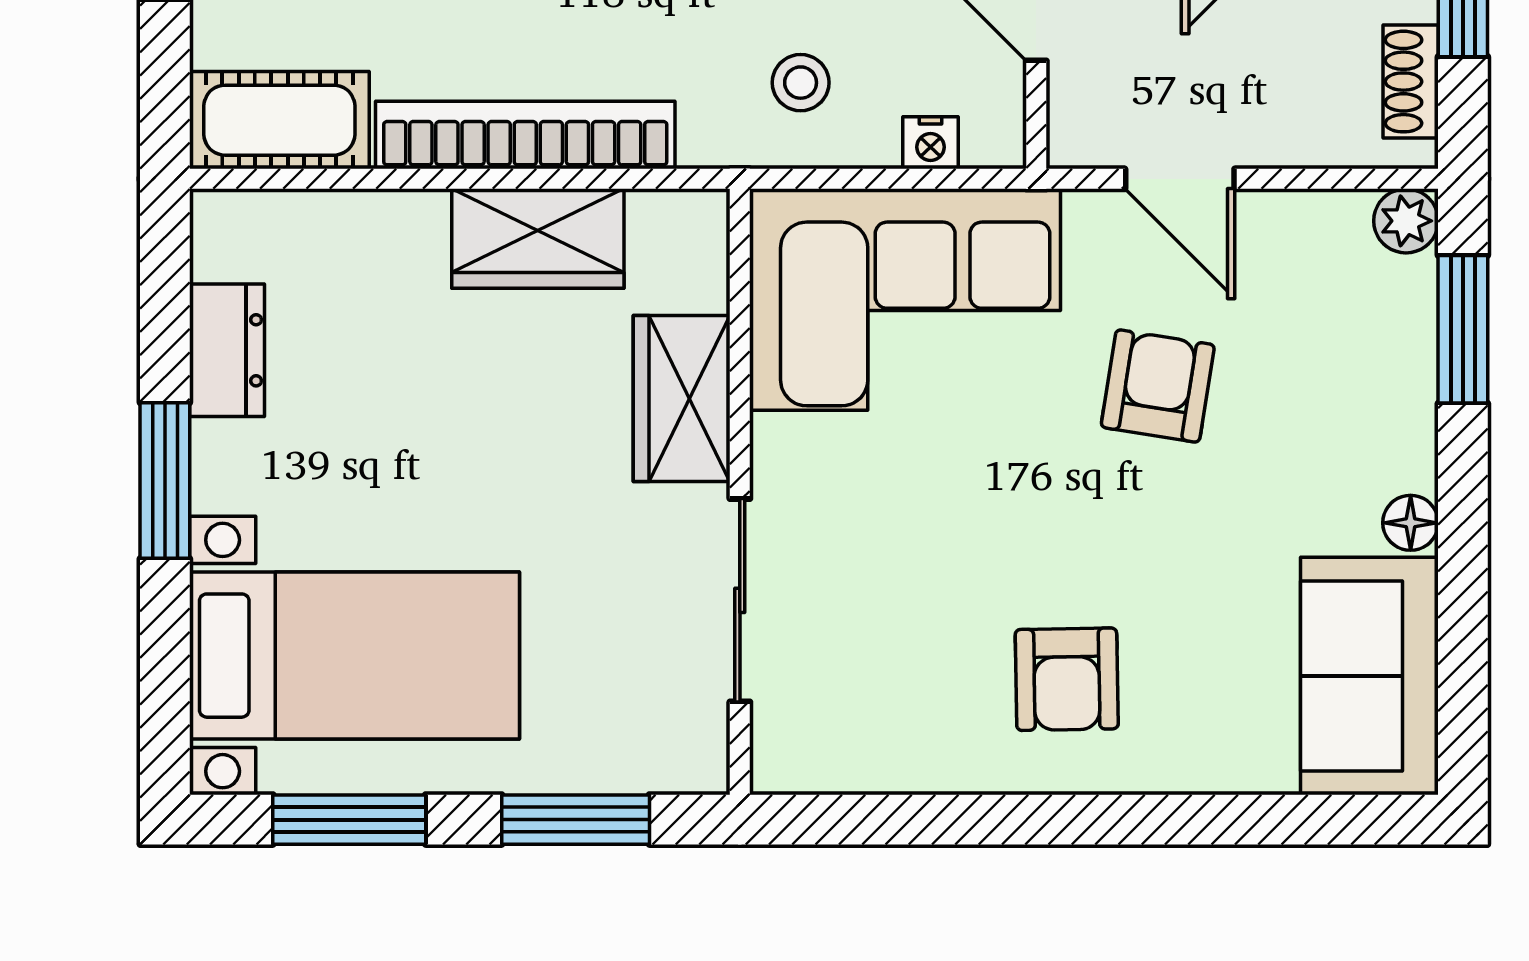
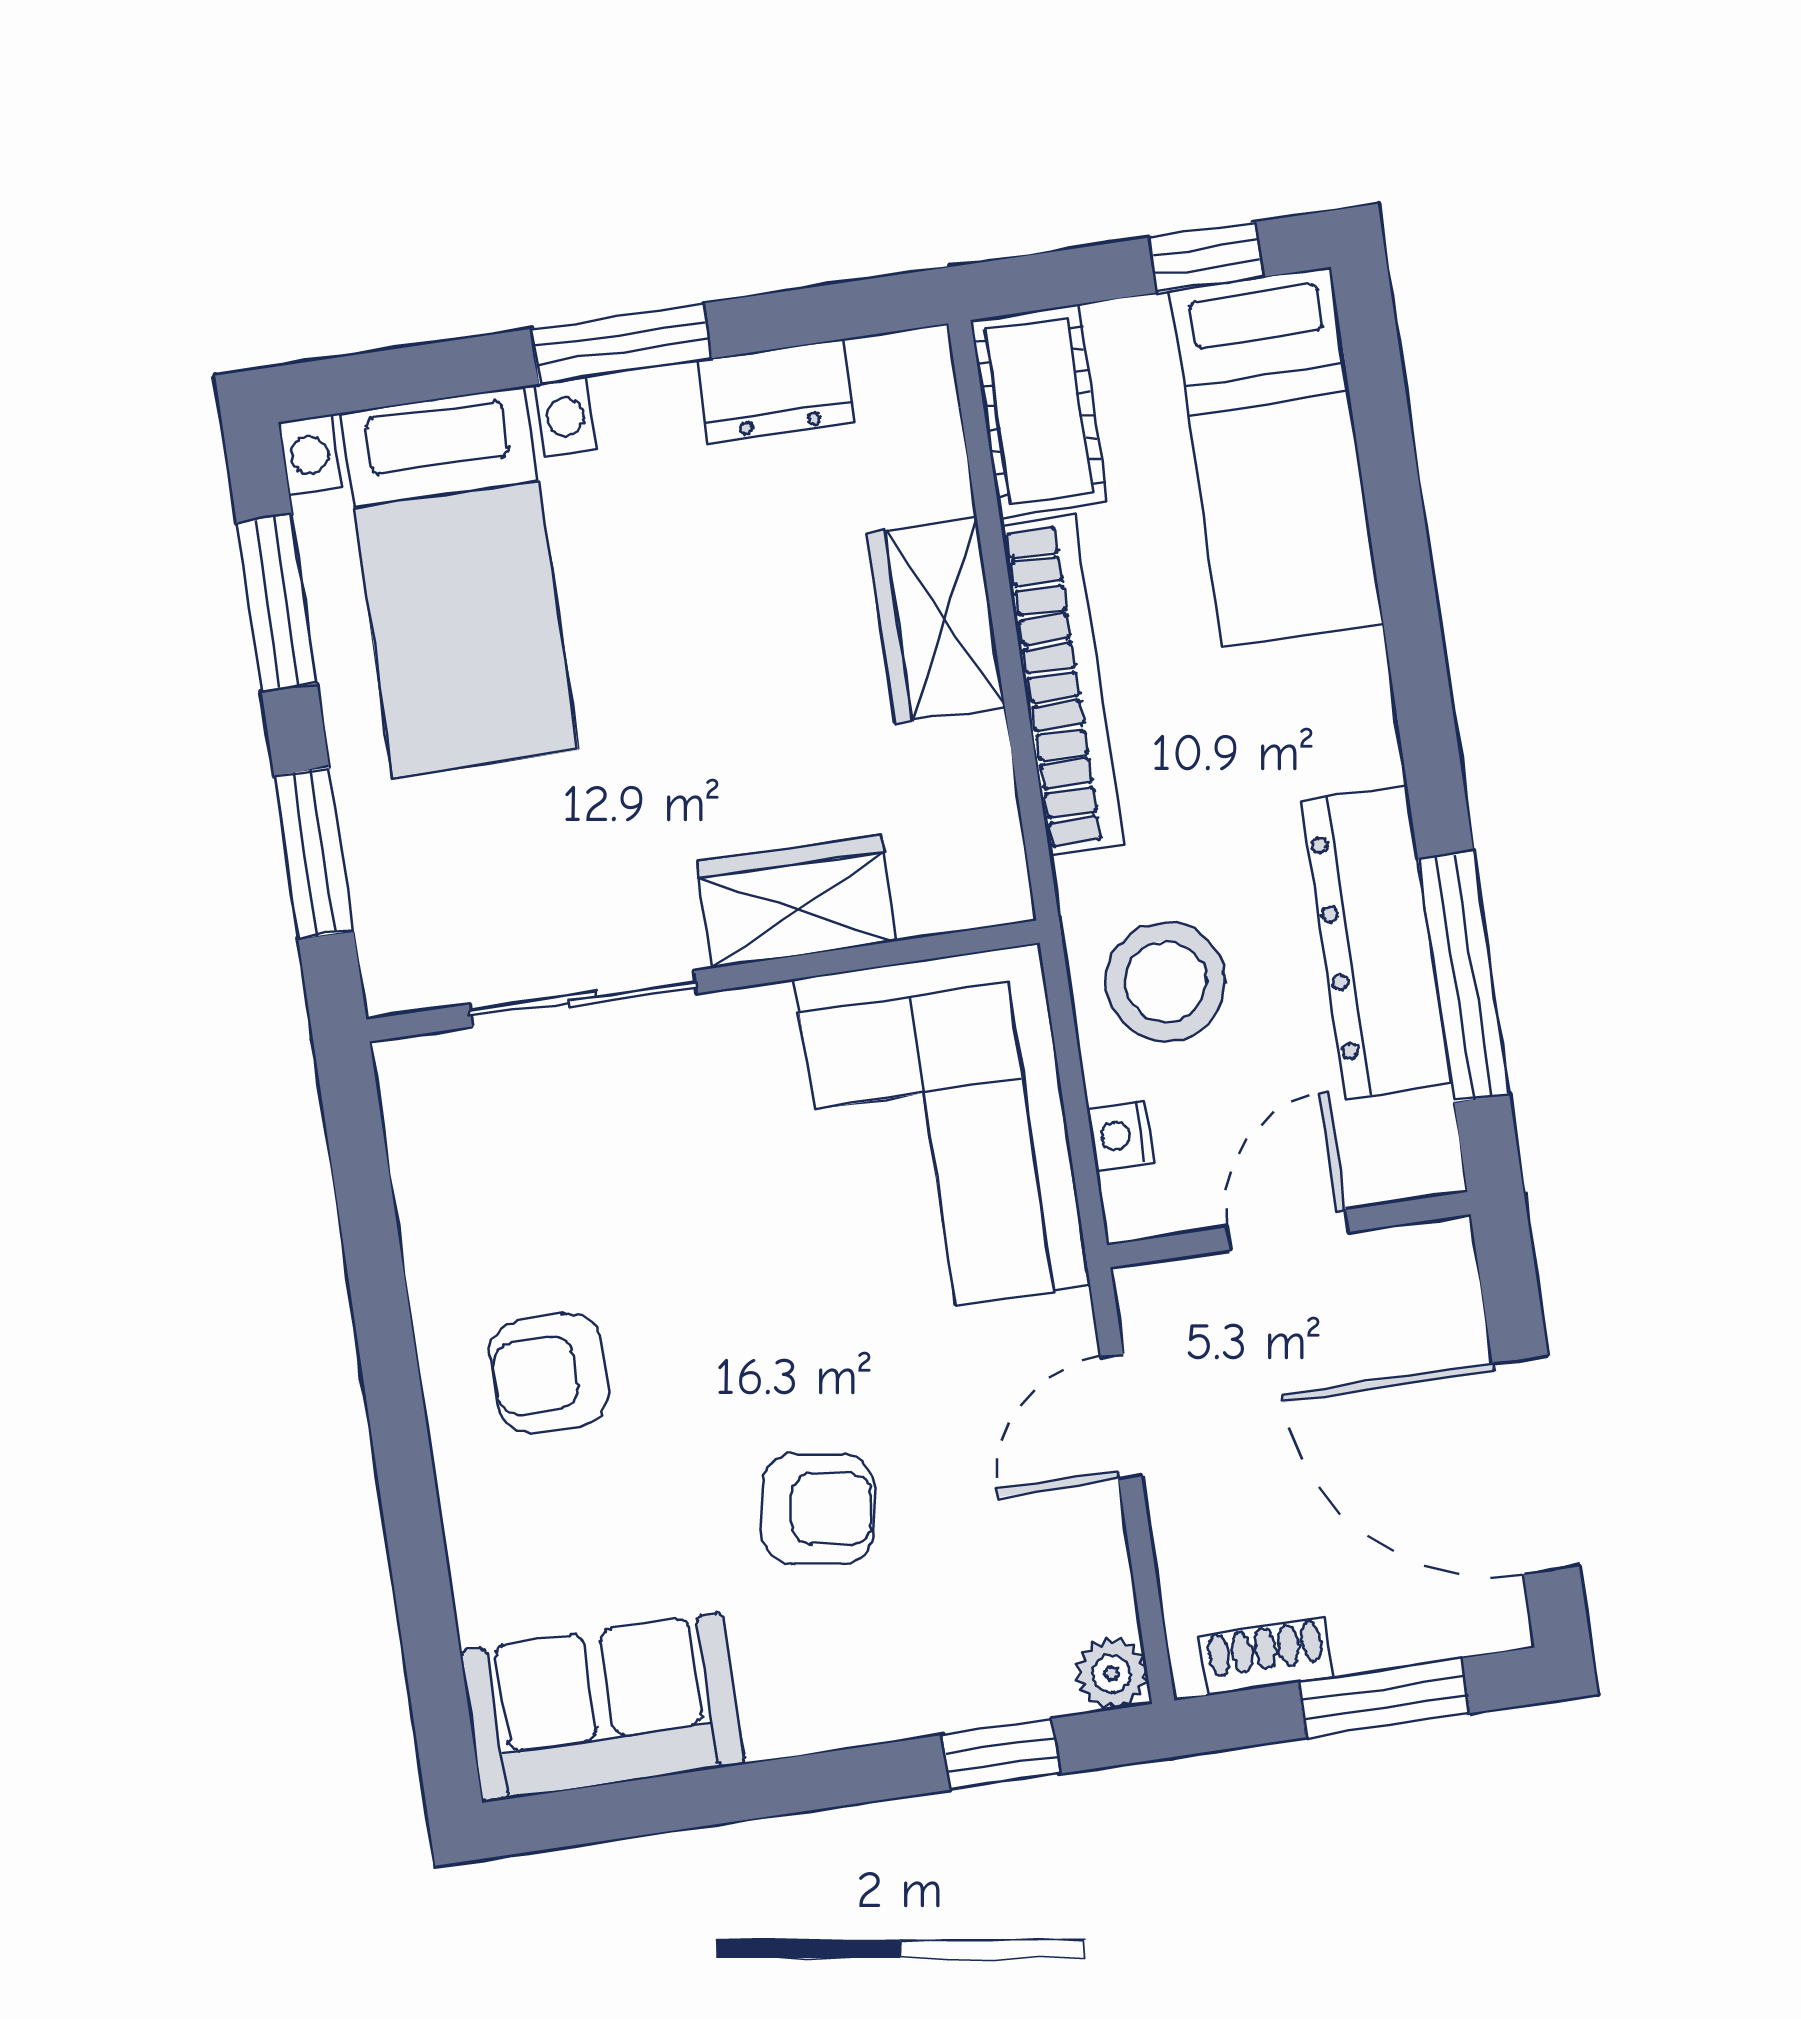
stool: (801, 83) -> (1165, 982), width x1.89, depth x1.89
wardrobe: (538, 239) -> (936, 620), moved
window: (1463, 329) -> (1001, 1754), width x0.67
armchair: (1158, 386) -> (818, 1509), moved
floor lamp: (1411, 523) -> (778, 1728), removed

